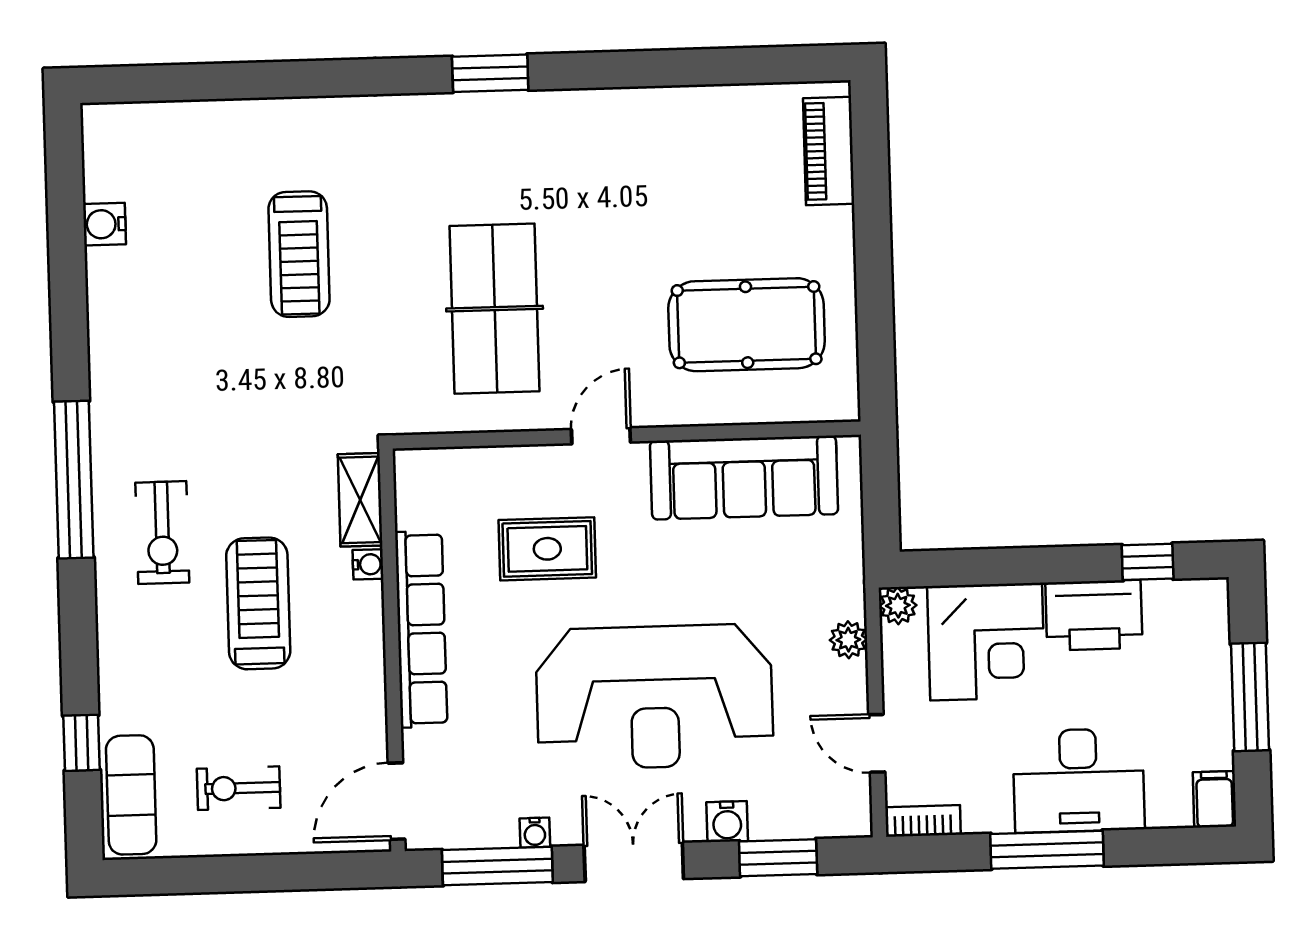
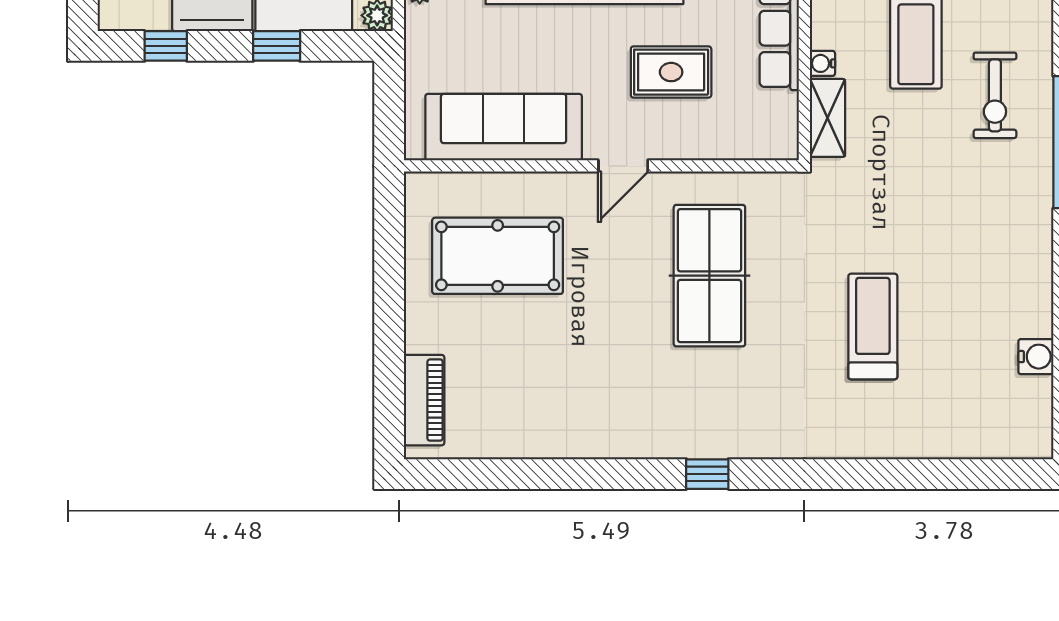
window: (490, 73) -> (707, 474), width x0.67
exercise bike: (162, 533) -> (995, 95), turned 180
window: (1016, 566) -> (277, 46), added

